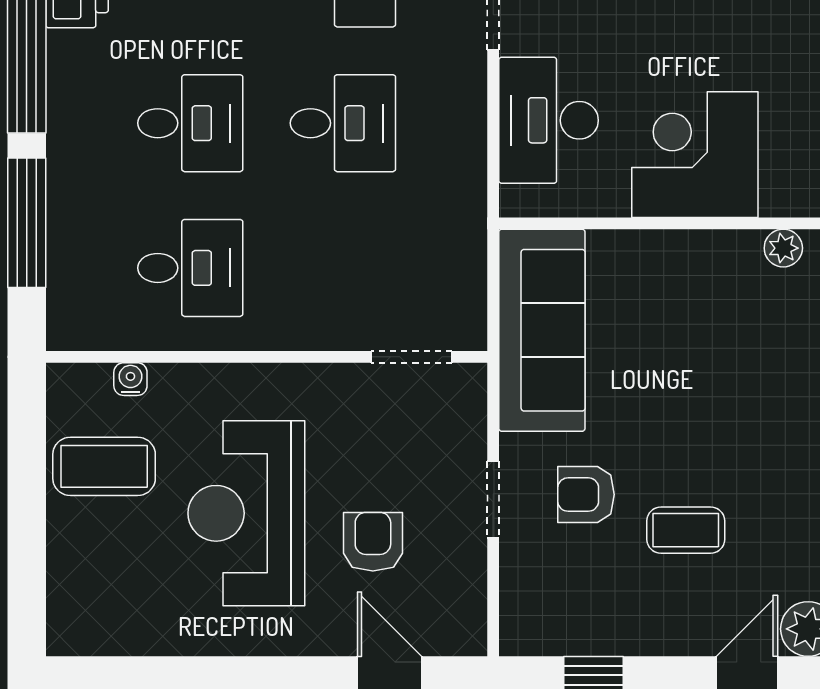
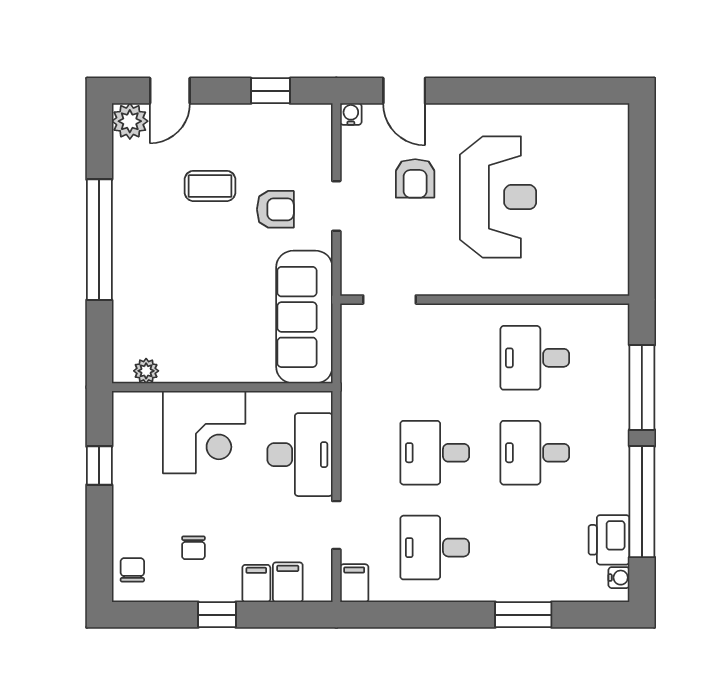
water cooler: (130, 379) -> (351, 114), moved, turned 180
coffee table: (104, 466) -> (591, 228), removed

